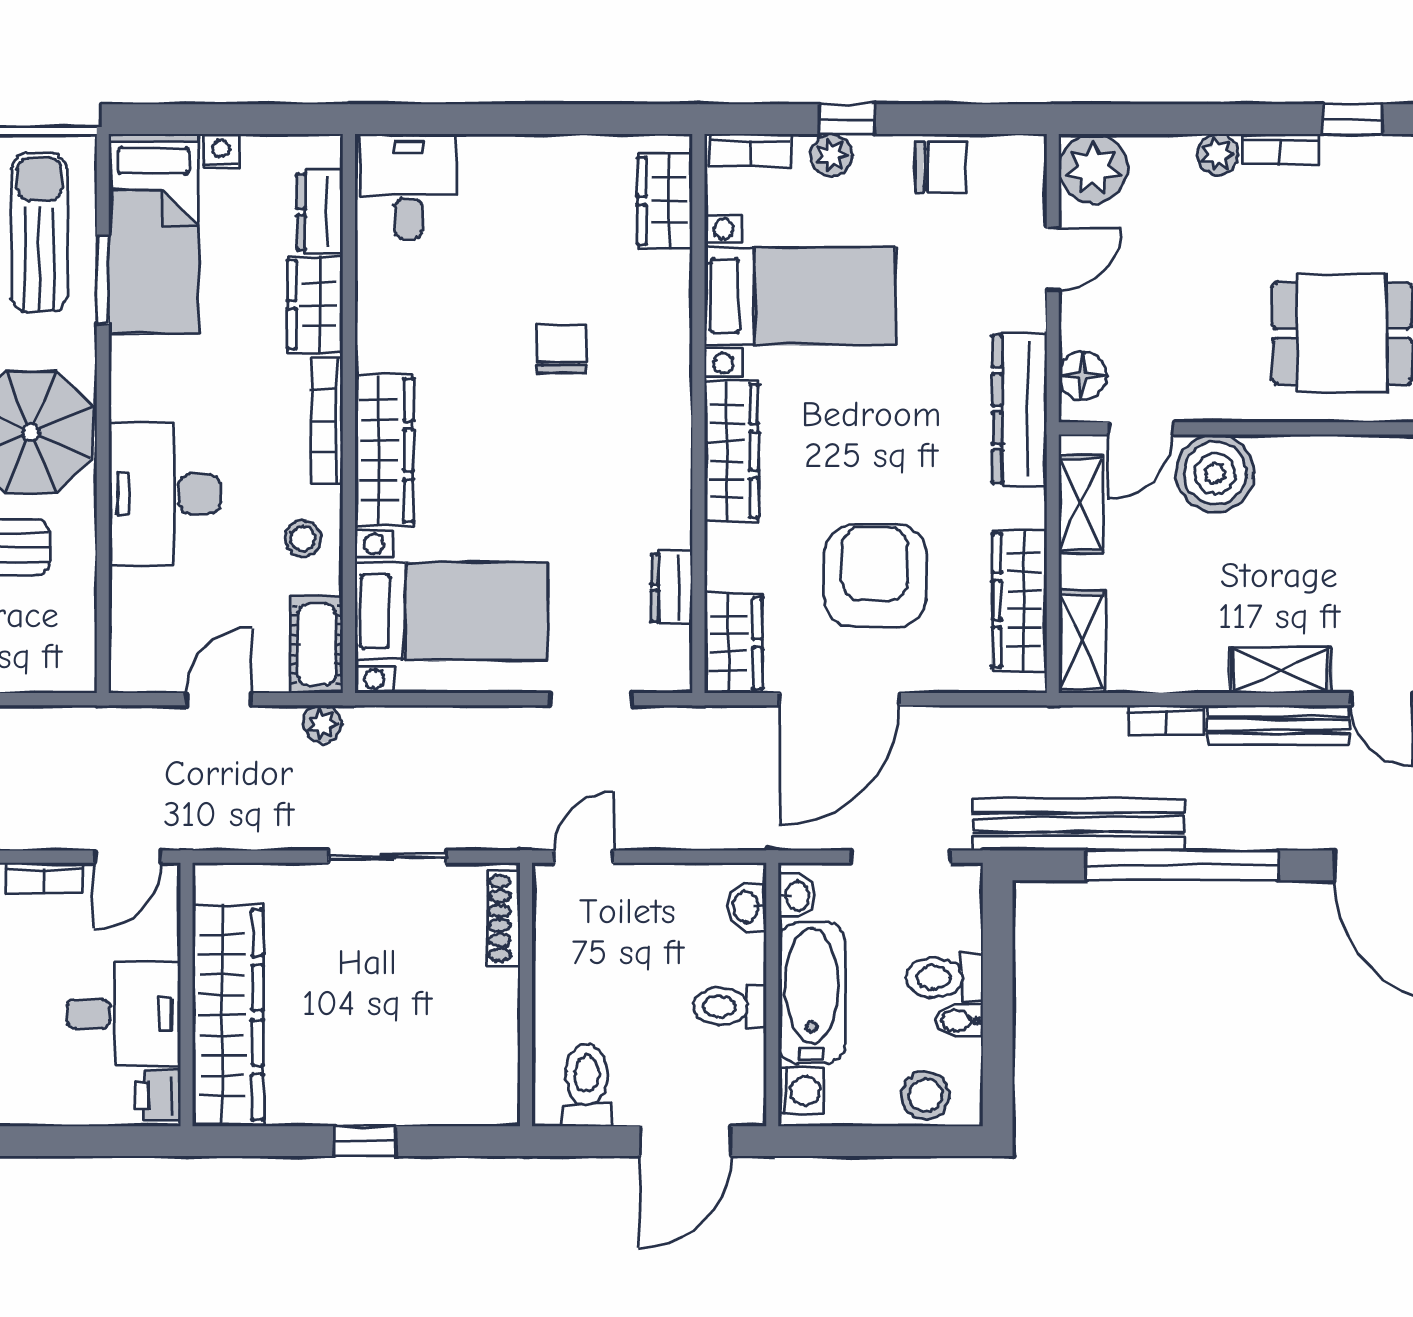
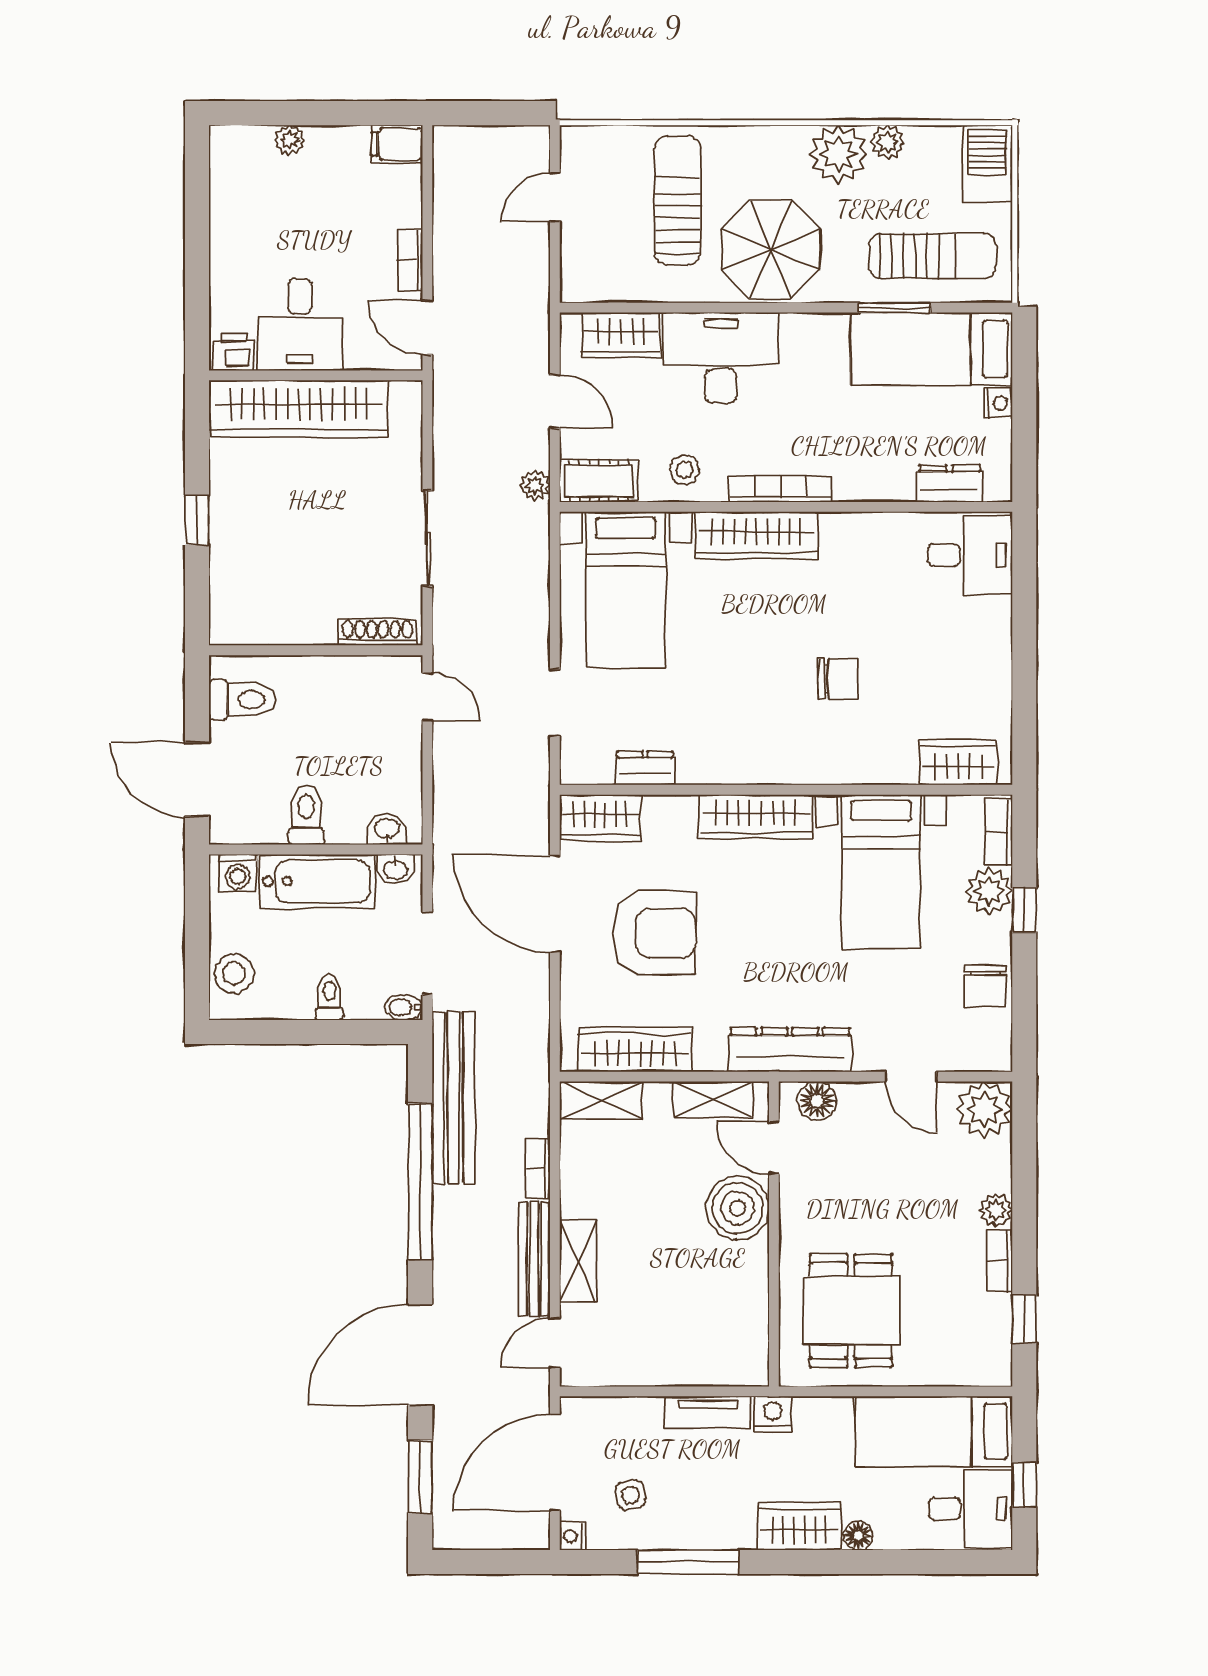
plant: (832, 155) -> (989, 891), width x1.38, depth x1.38
wardrobe: (315, 305) -> (621, 335), moved, turned 180
toilet: (944, 978) -> (329, 998), width x0.73, depth x0.72
bidet: (959, 1021) -> (404, 1007), moved, turned -90

